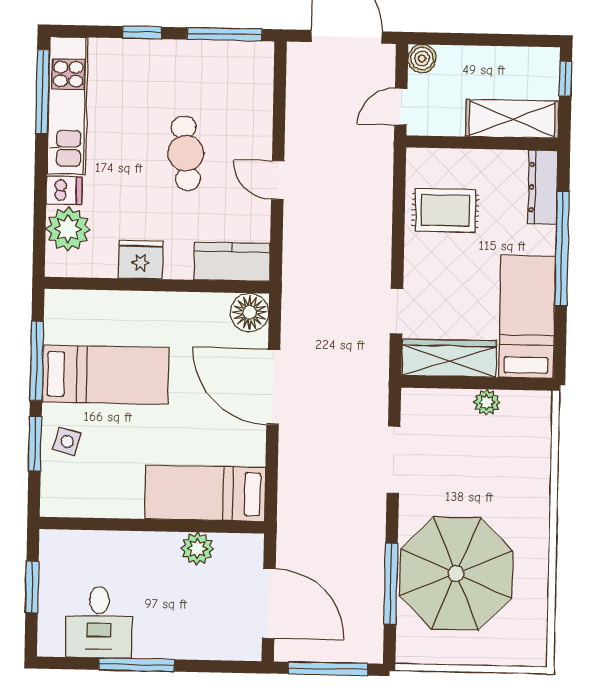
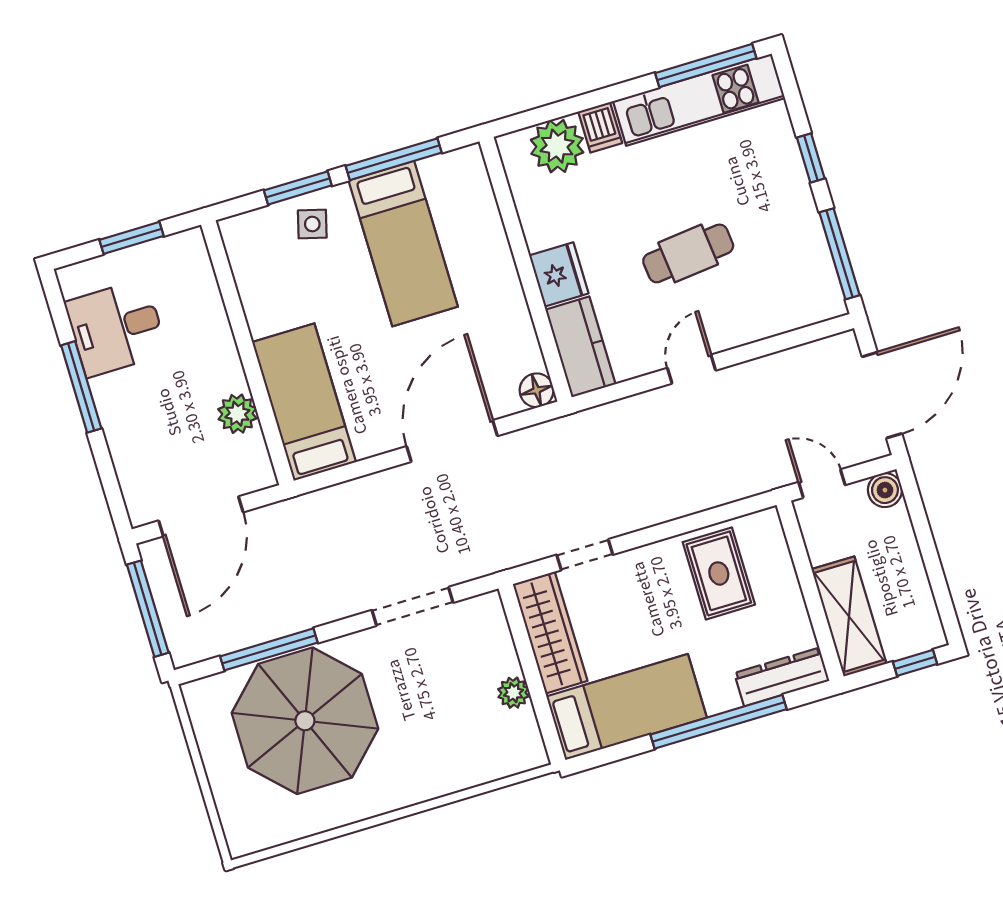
fridge: (141, 260) -> (559, 274), moved
floor lamp: (250, 312) -> (537, 390), width x0.73, depth x0.73

